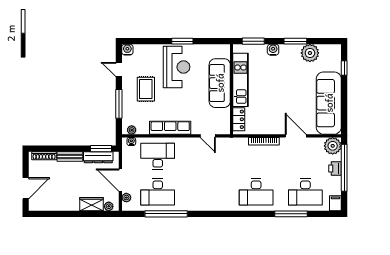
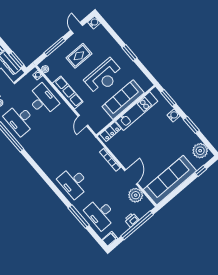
plant: (310, 53) -> (200, 151), moved
reception desk: (177, 67) -> (104, 77), moved
plant: (333, 146) -> (136, 195), moved

